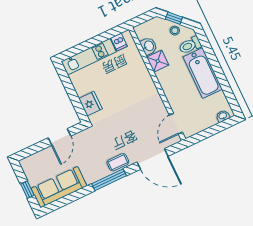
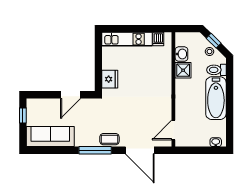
window: (27, 190) -> (23, 115), moved

